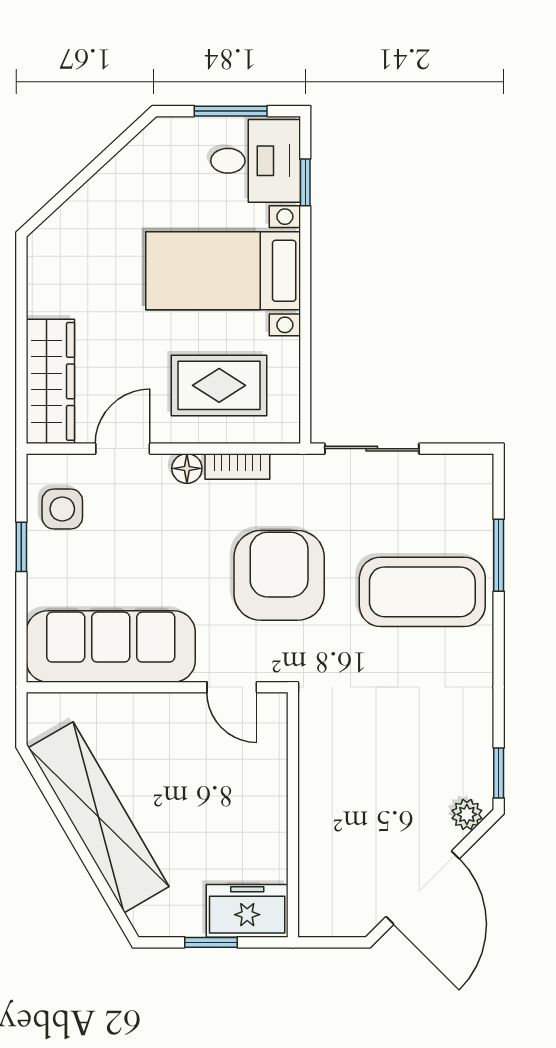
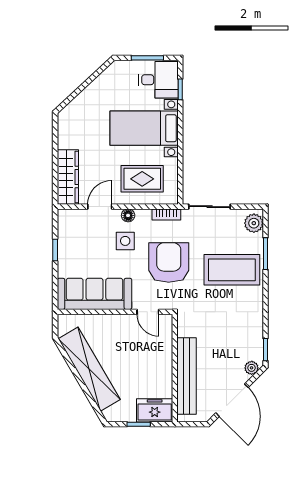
bookcase: (237, 466) -> (166, 214), moved
plant: (472, 486) -> (254, 223), added
side table: (62, 509) -> (125, 241), moved
bench: (320, 833) -> (187, 376), added

